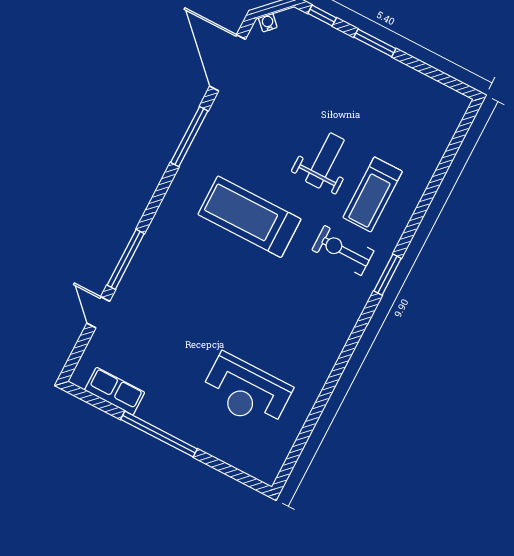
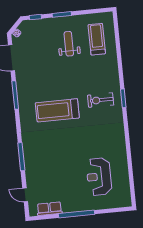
weight bench: (325, 160) -> (69, 44), moved
treadmill: (373, 194) -> (97, 39), moved, turned 180
door: (98, 312) -> (25, 195), moved
reception desk: (246, 392) -> (99, 177), turned 90

